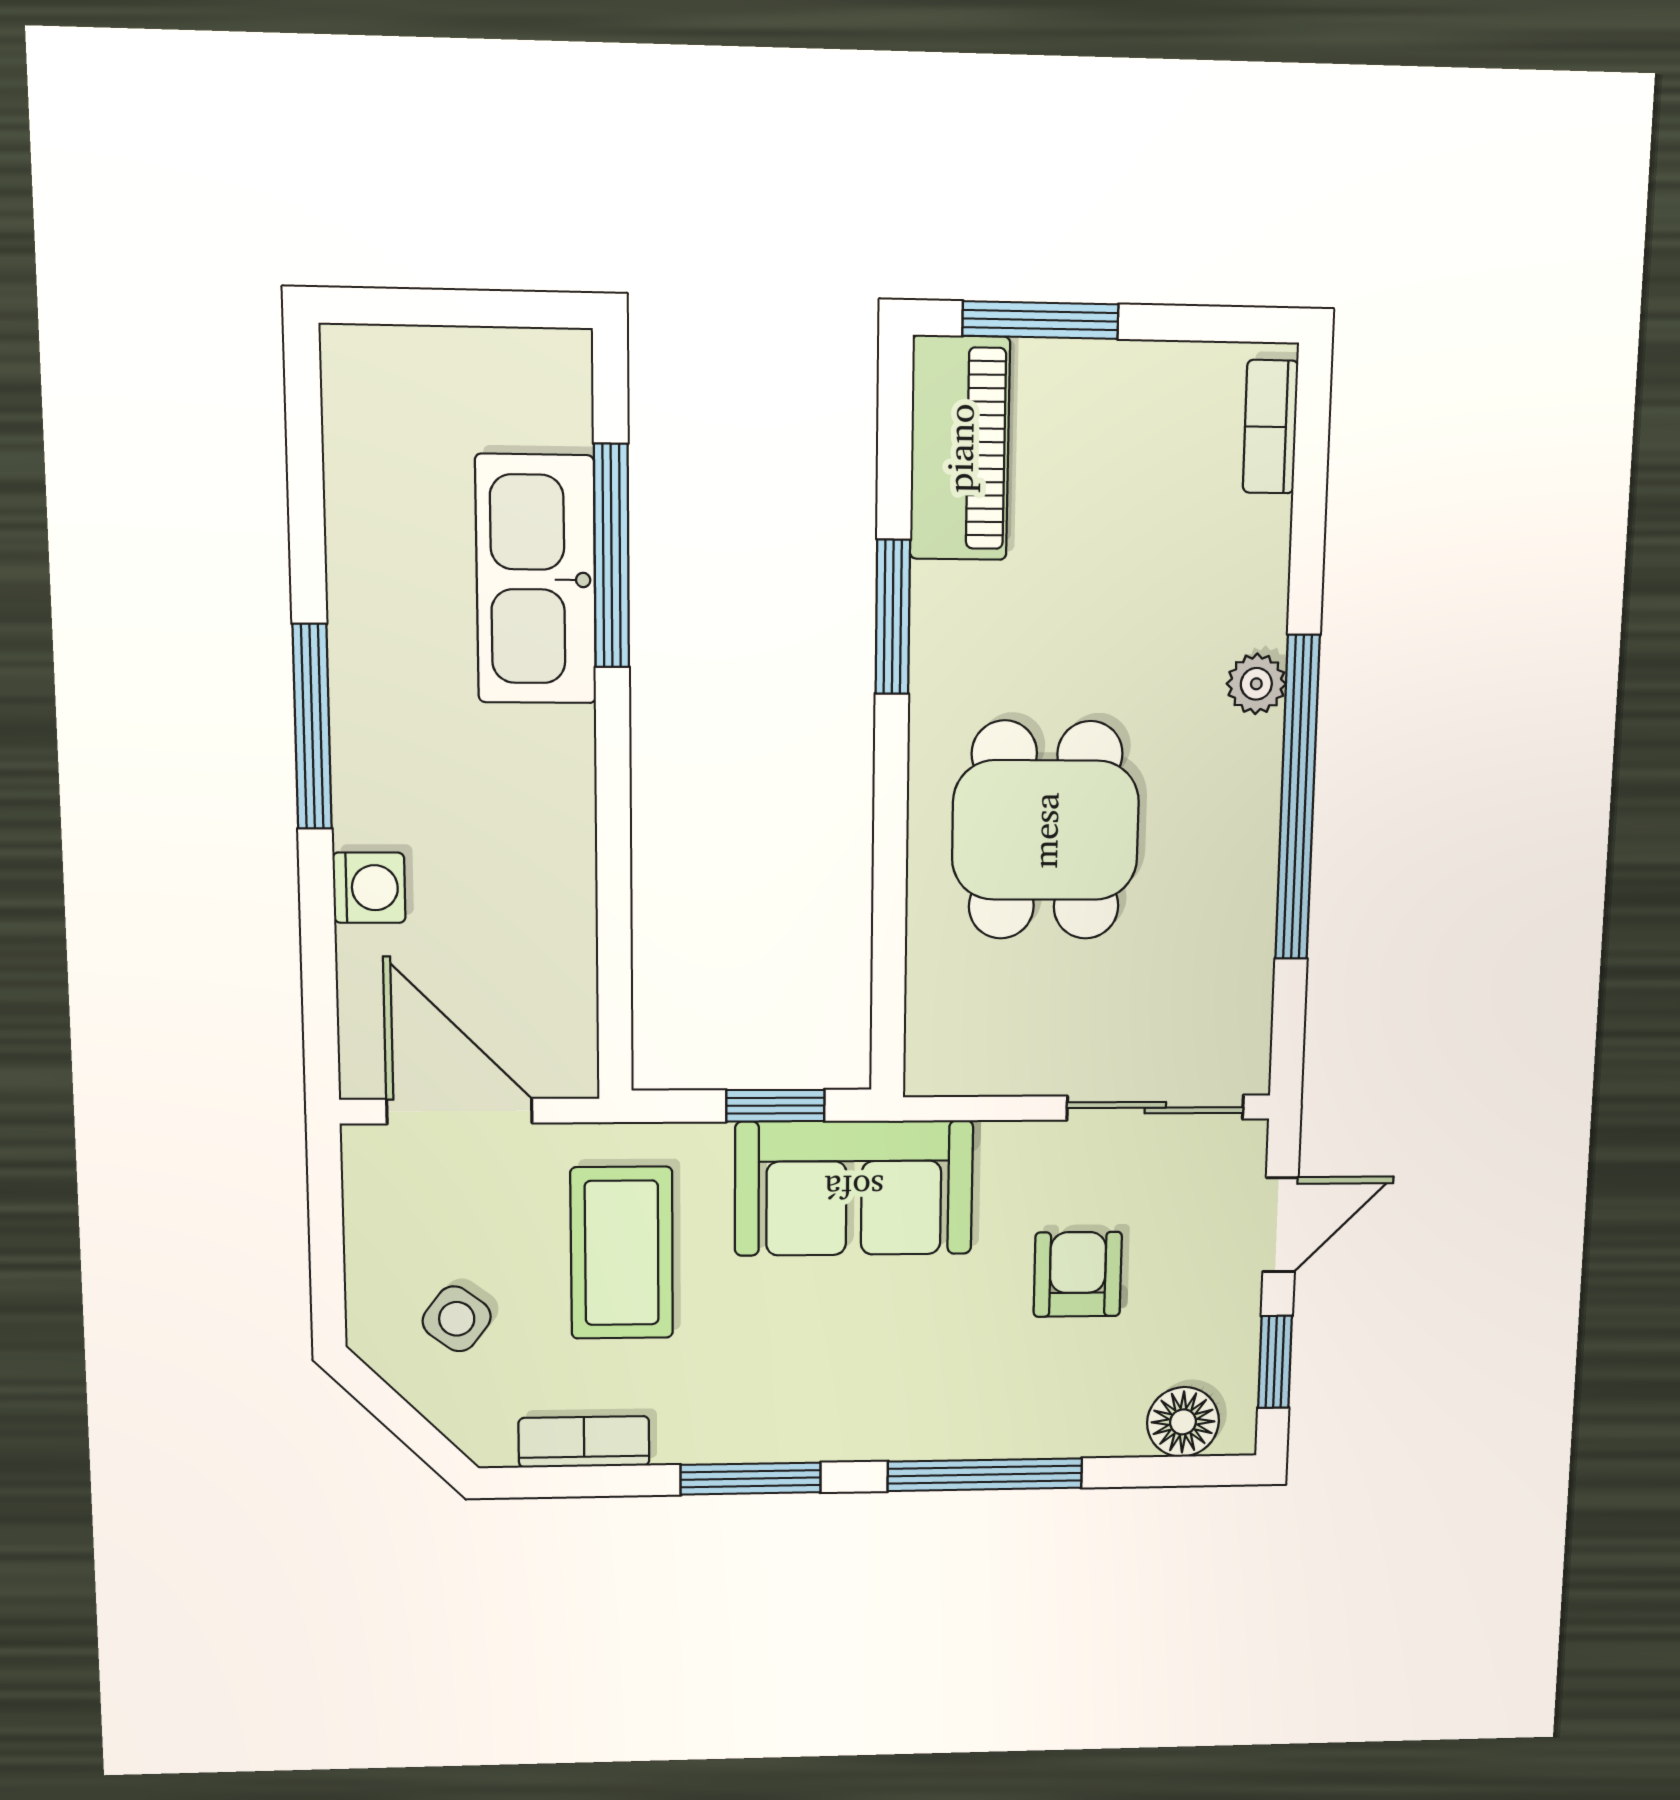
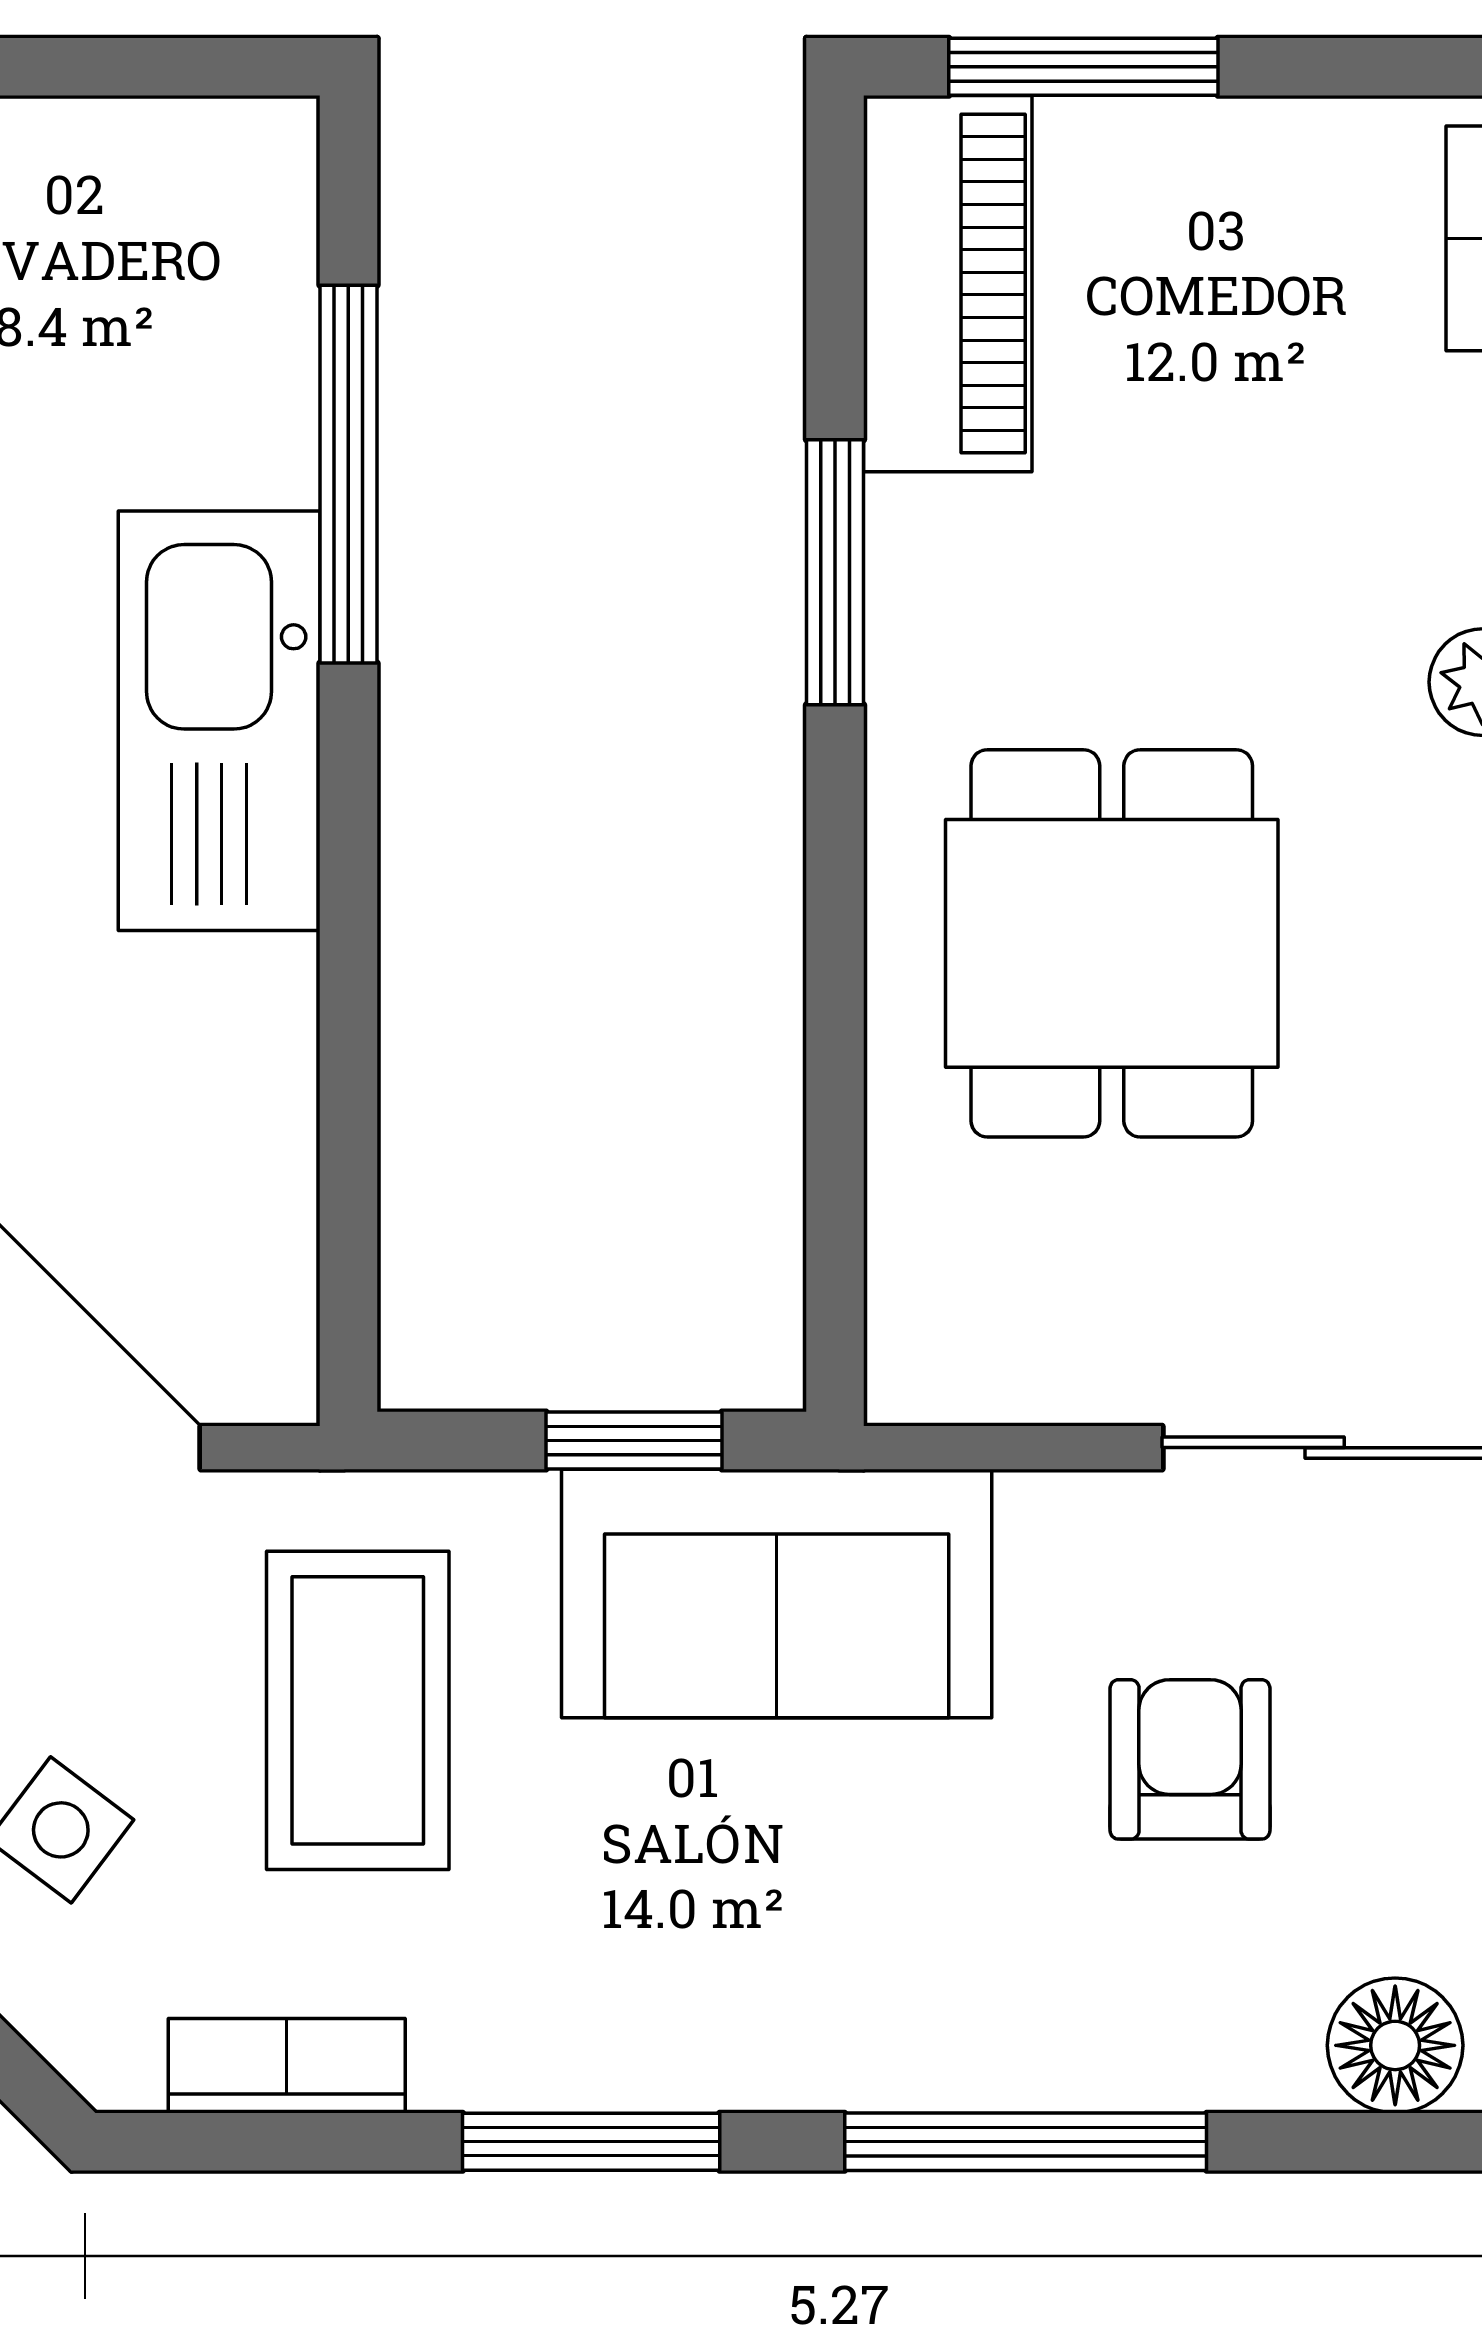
kitchen sink: (536, 579) -> (219, 721), moved

